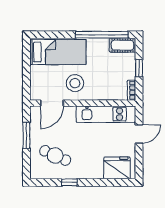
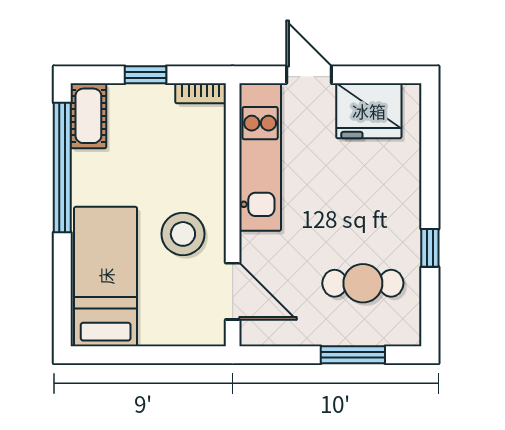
window: (26, 135) -> (353, 355), moved
cafe table: (55, 155) -> (363, 283), turned 66
fridge: (117, 168) -> (369, 111), moved, turned -90

